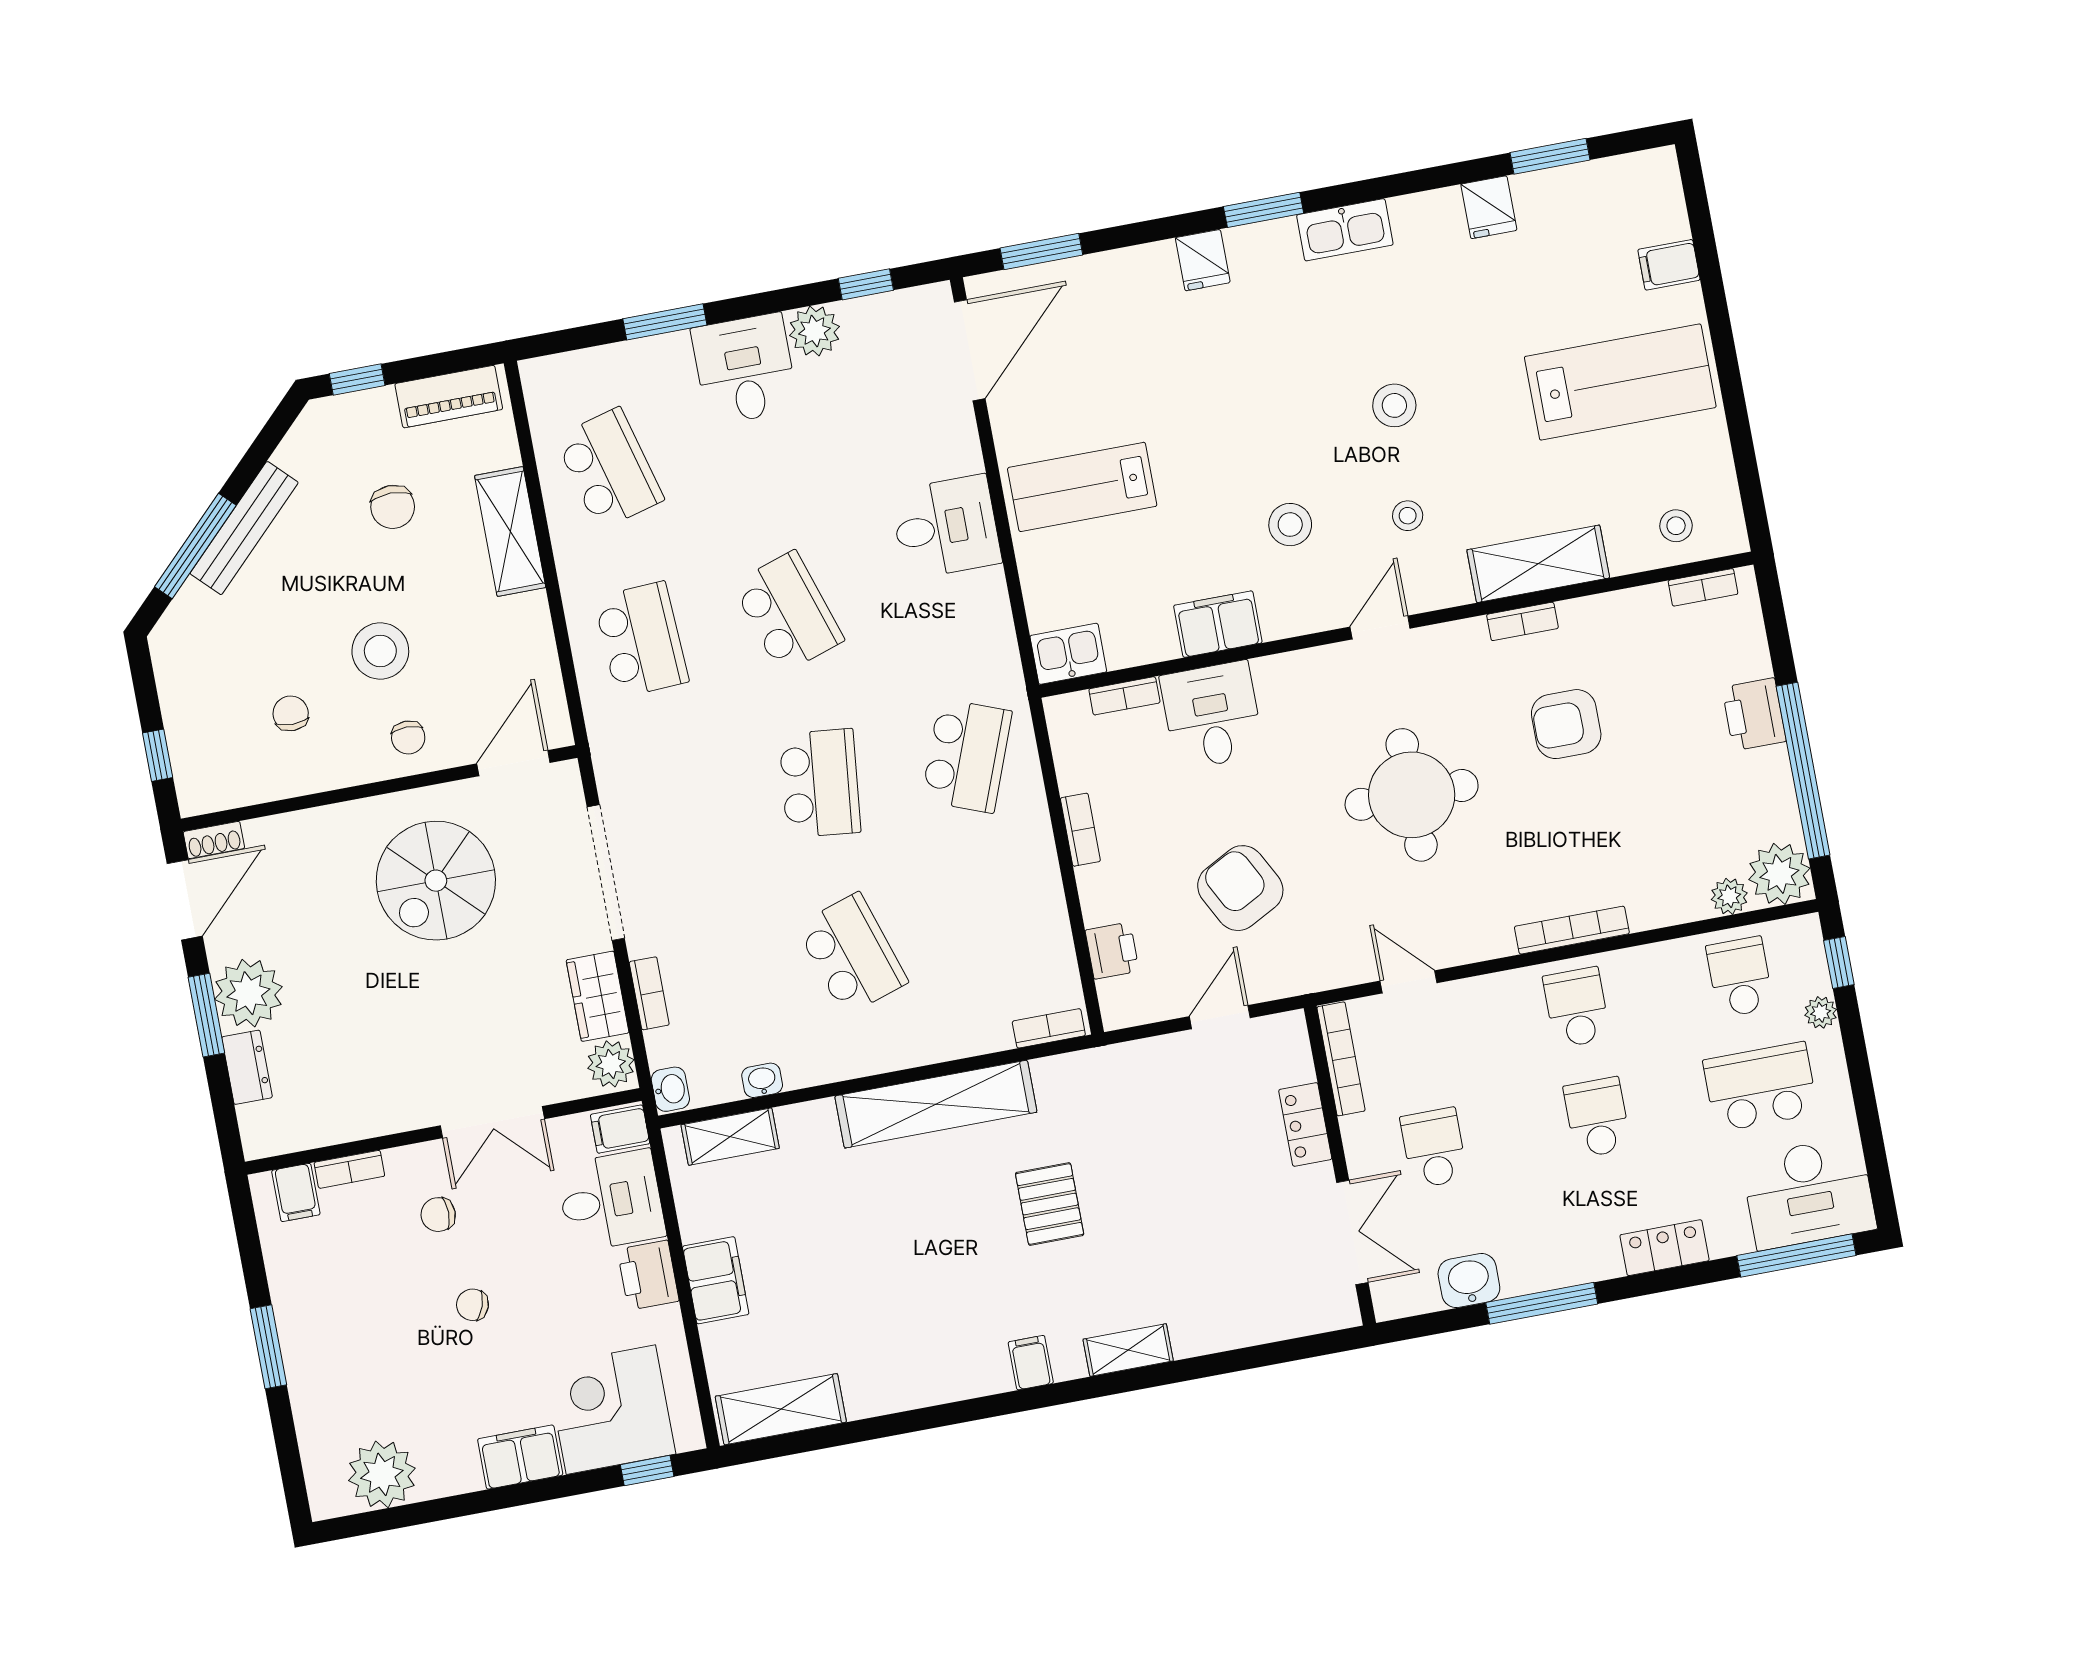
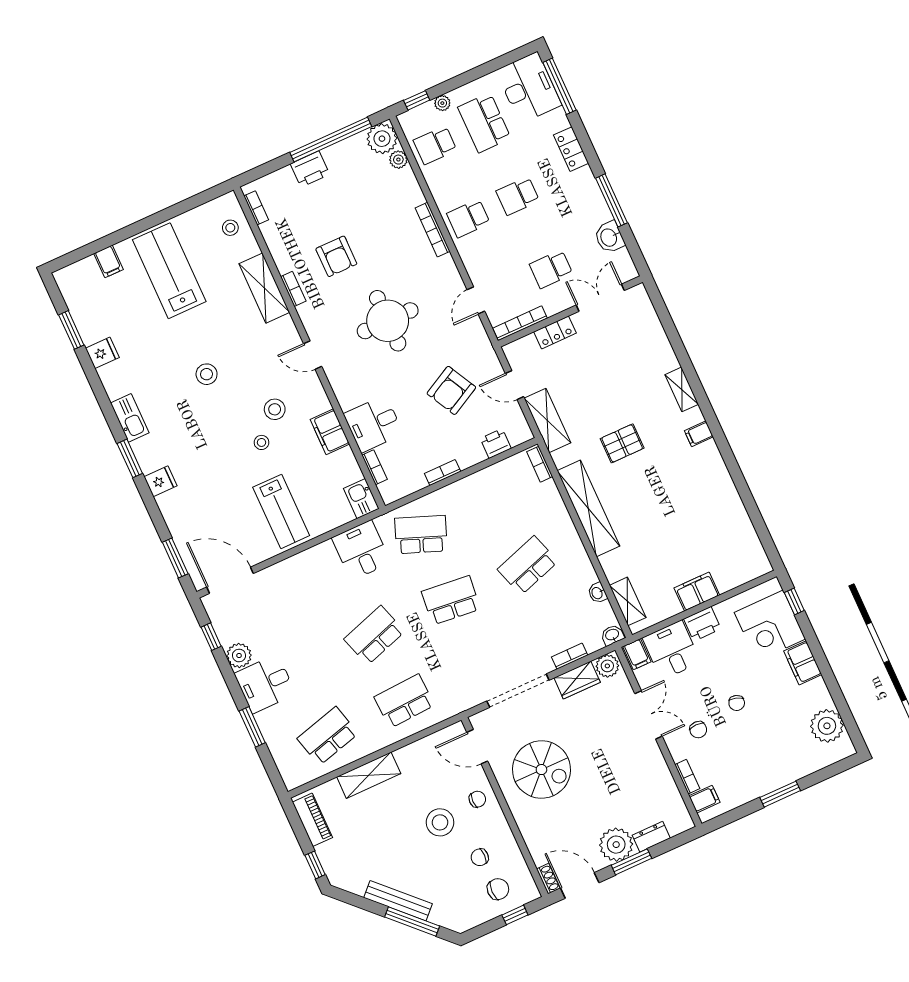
chair: (393, 507) -> (498, 889), moved
stool: (1408, 516) -> (262, 442), moved
desk: (946, 527) -> (361, 550), moved
shelving: (781, 1409) -> (547, 421), moved

